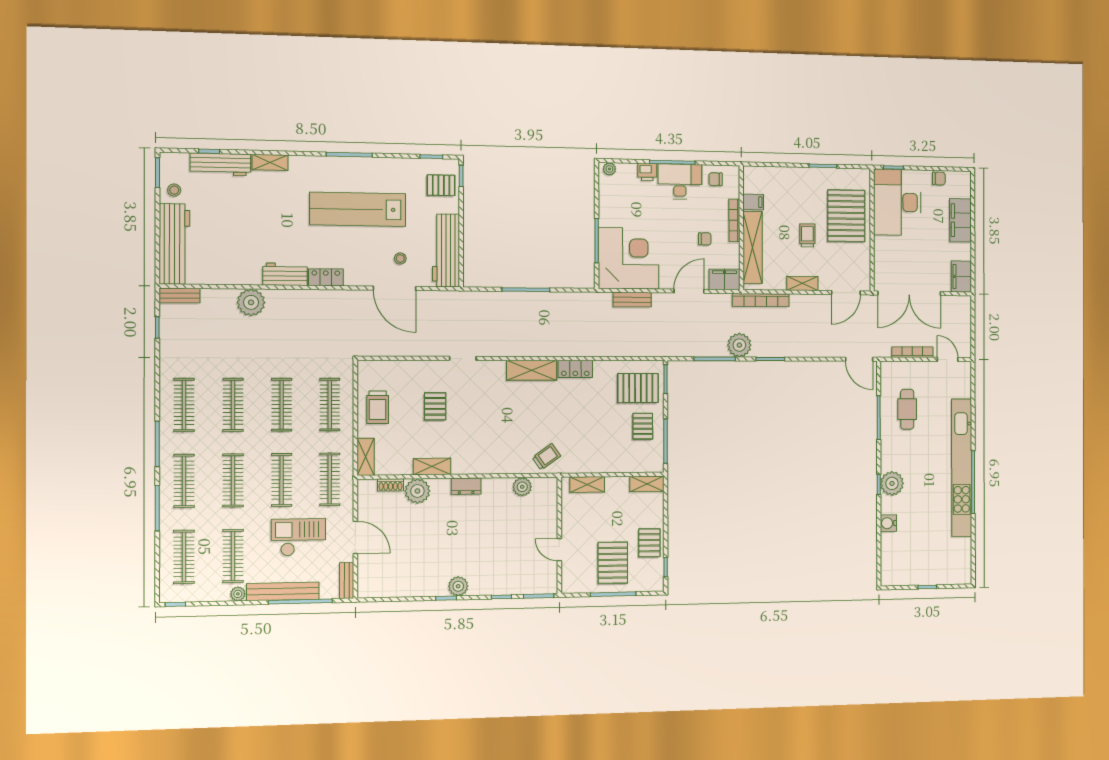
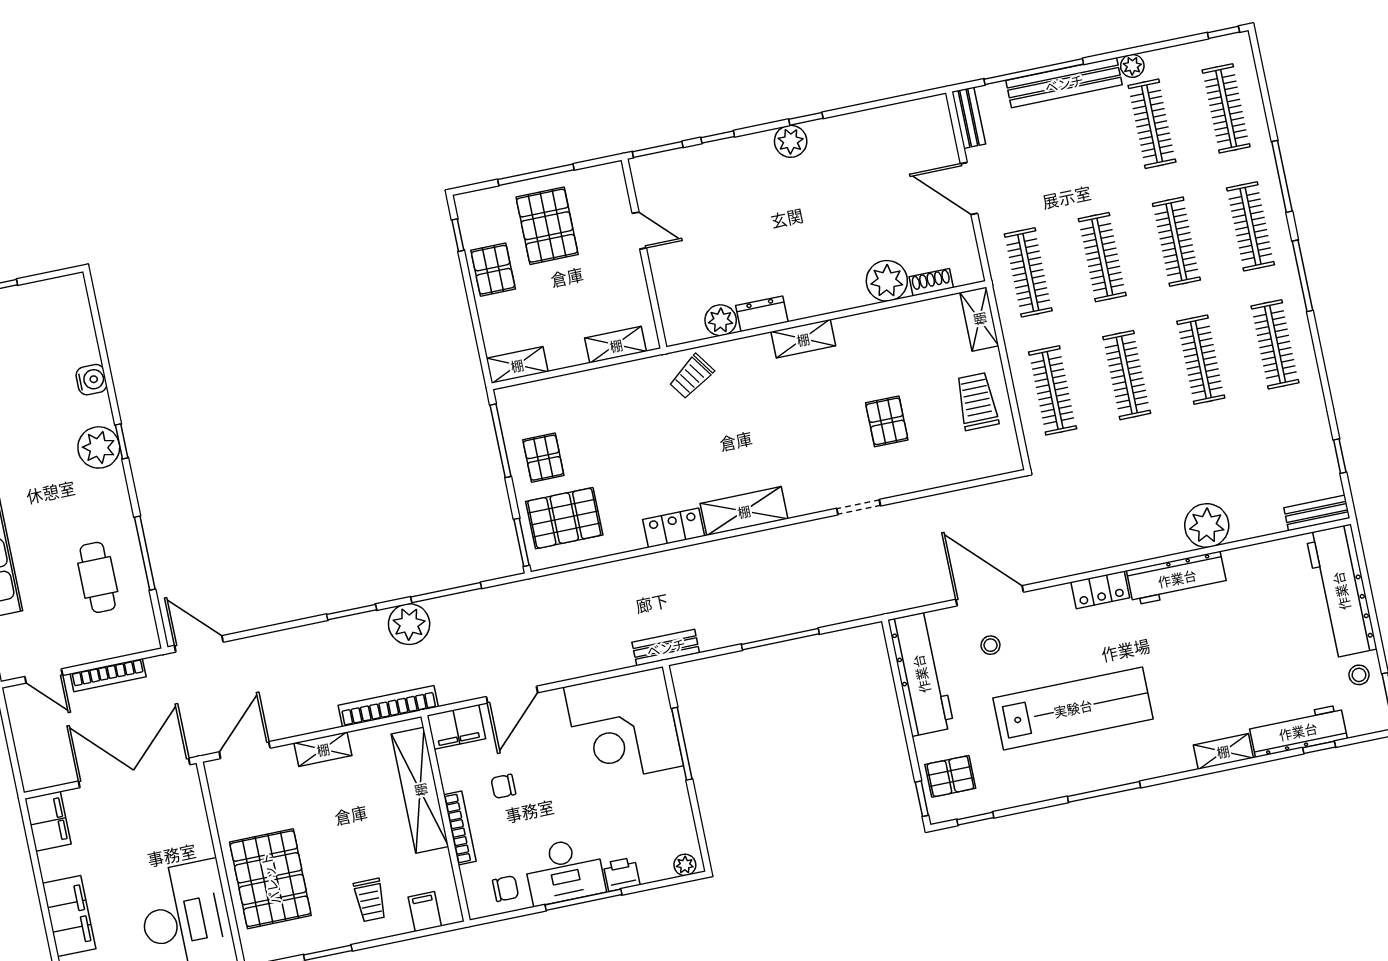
filing cabinet: (753, 202) -> (425, 912), moved, turned 90
trolley: (807, 235) -> (370, 900), moved
workbench: (285, 274) -> (1177, 578), width x1.38
bench: (632, 300) -> (666, 647), moved
shelving: (432, 466) -> (803, 339), moved
dresser: (466, 486) -> (762, 314), moved
checkout: (298, 537) -> (1058, 172), removed

